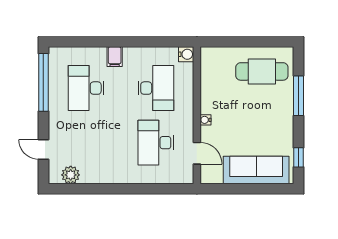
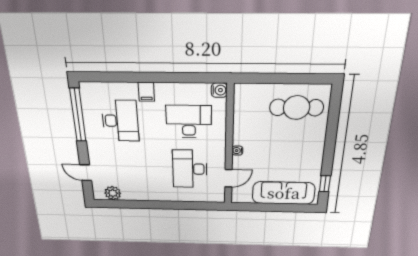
desk: (86, 88) -> (120, 121), turned 180
desk: (156, 88) -> (189, 122), turned -90
window: (299, 96) -> (332, 131), removed
door: (197, 153) -> (228, 178), hinge flipped

